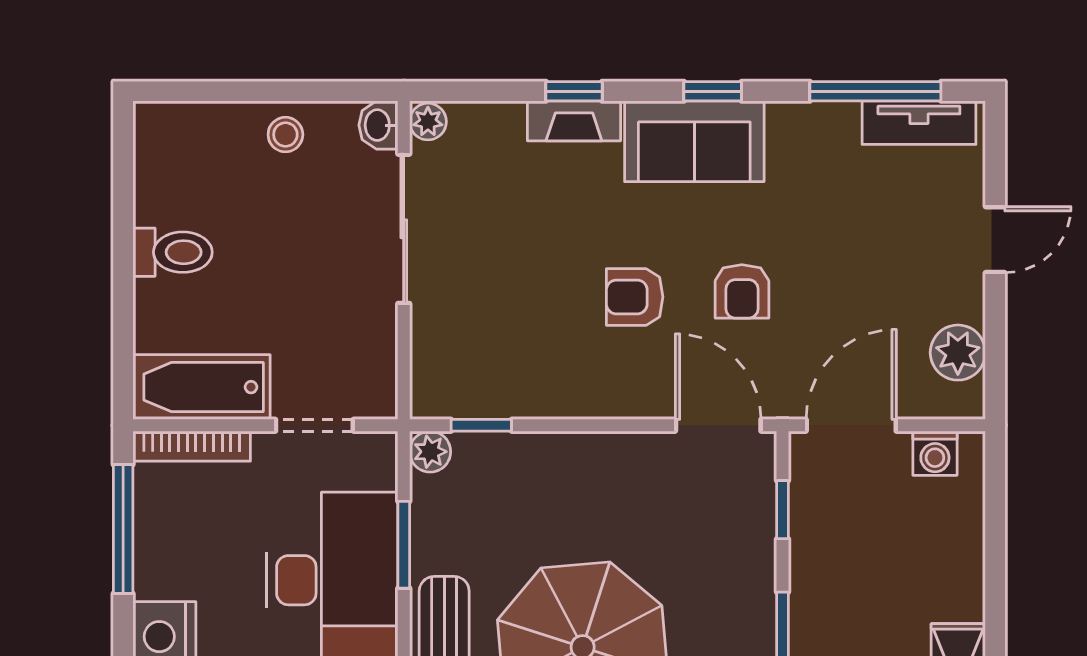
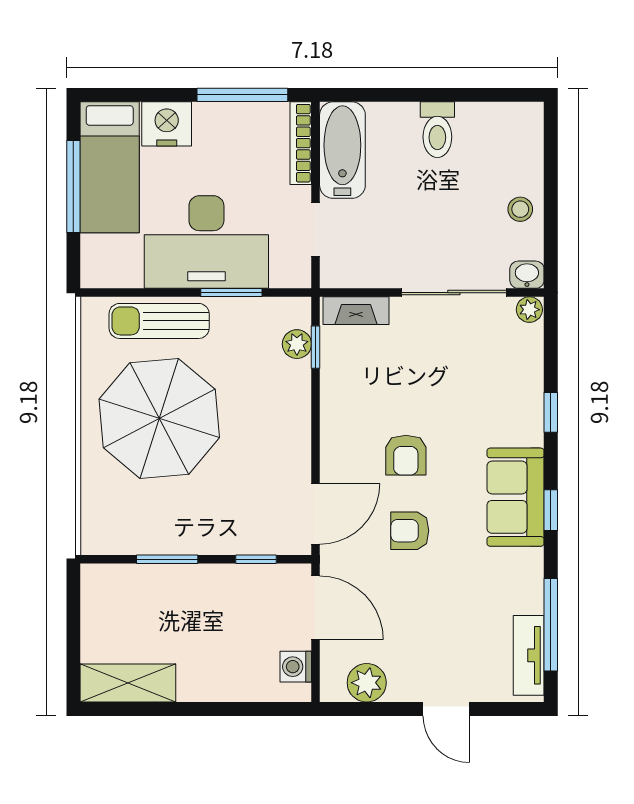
fireplace: (574, 121) -> (356, 311), moved, turned -90
armchair: (635, 297) -> (406, 455), turned 180
plant: (430, 452) -> (297, 344), moved

